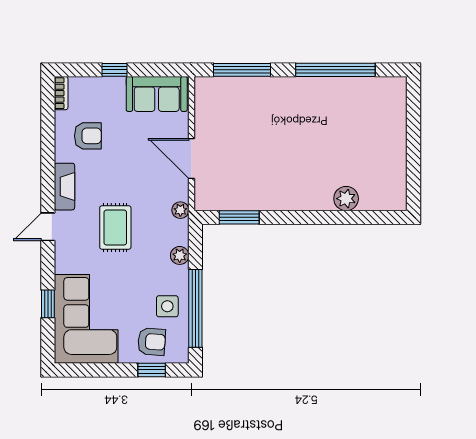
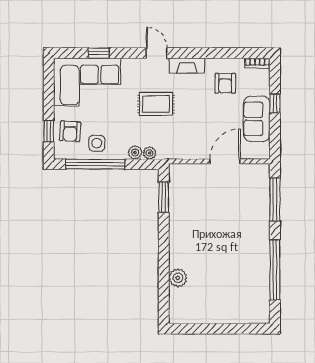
sofa: (157, 94) -> (257, 119), moved
door: (191, 159) -> (225, 161), moved
plant: (180, 210) -> (150, 153), moved

